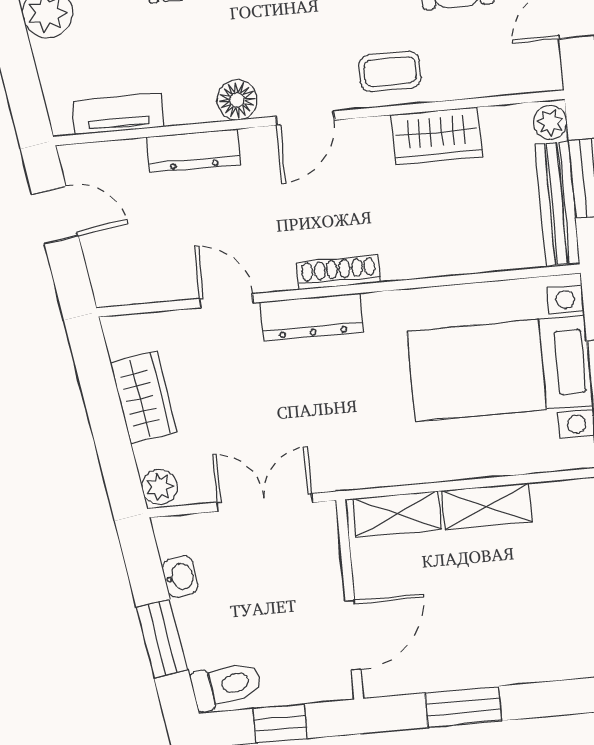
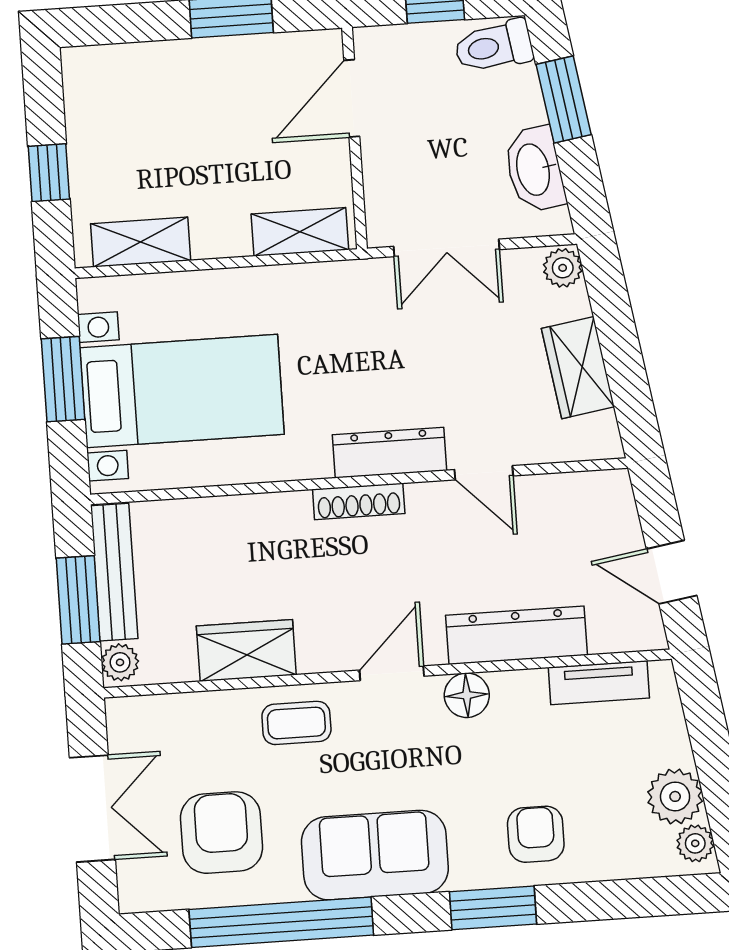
dresser: (193, 151) -> (517, 635), width x1.37, depth x1.24
shelving: (487, 506) -> (141, 242), moved
washbasin: (180, 577) -> (534, 169), width x1.91, depth x1.45

